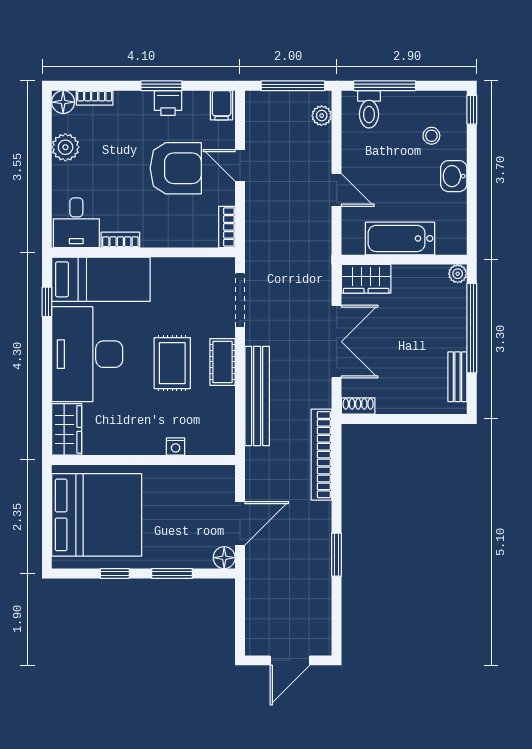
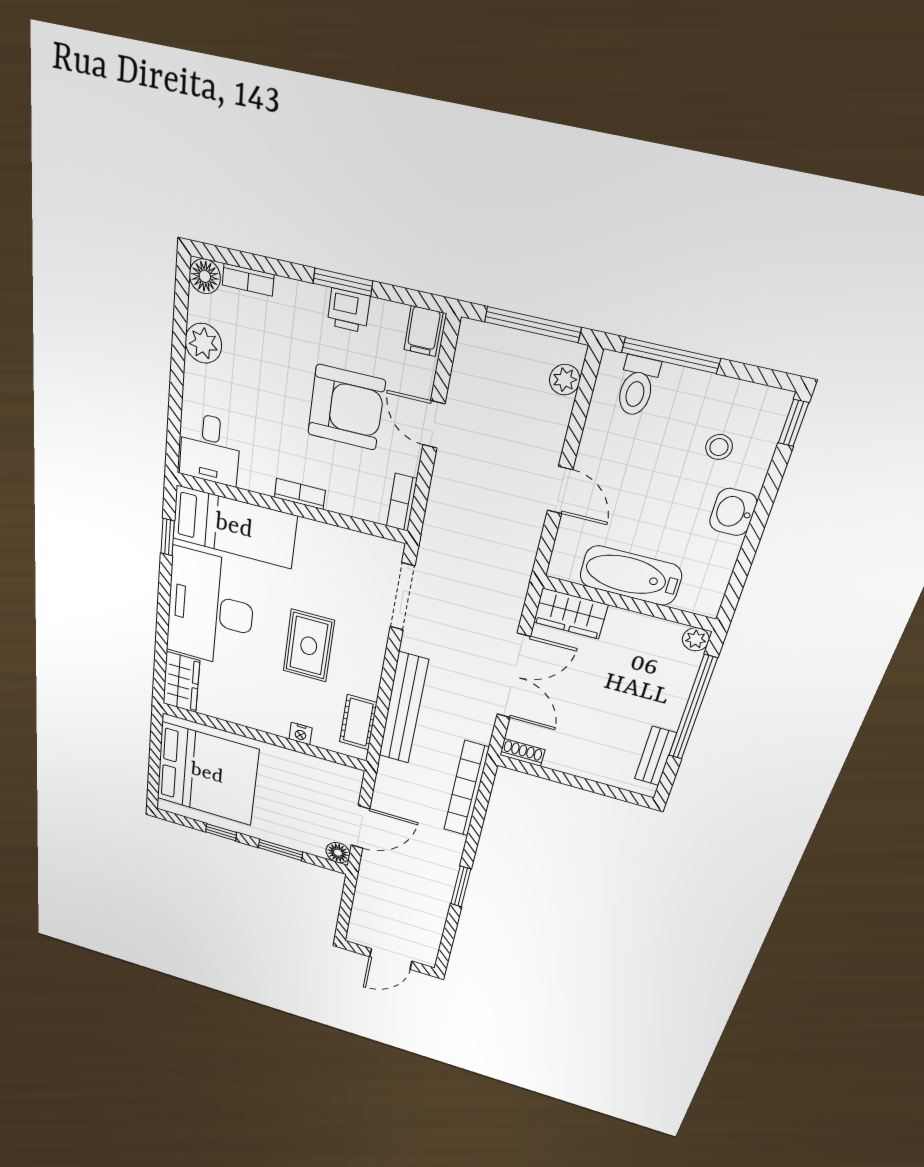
bookcase: (120, 240) -> (300, 494), moved
cot: (222, 362) -> (358, 722), moved

